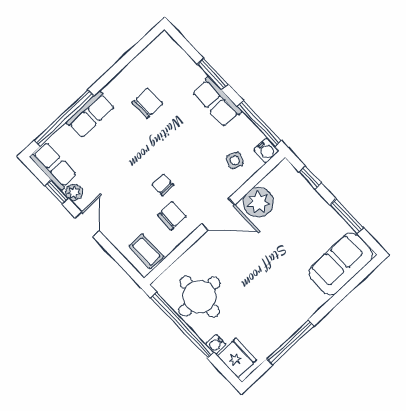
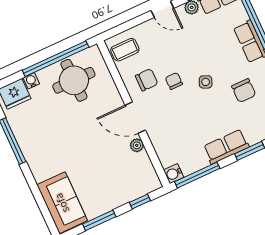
side table: (235, 160) -> (206, 82), moved
chair: (163, 185) -> (174, 81), turned -90
plant: (258, 202) -> (137, 145), width x0.53, depth x0.53
door: (218, 214) -> (135, 118), hinge flipped
chair: (172, 216) -> (147, 80), turned -90

